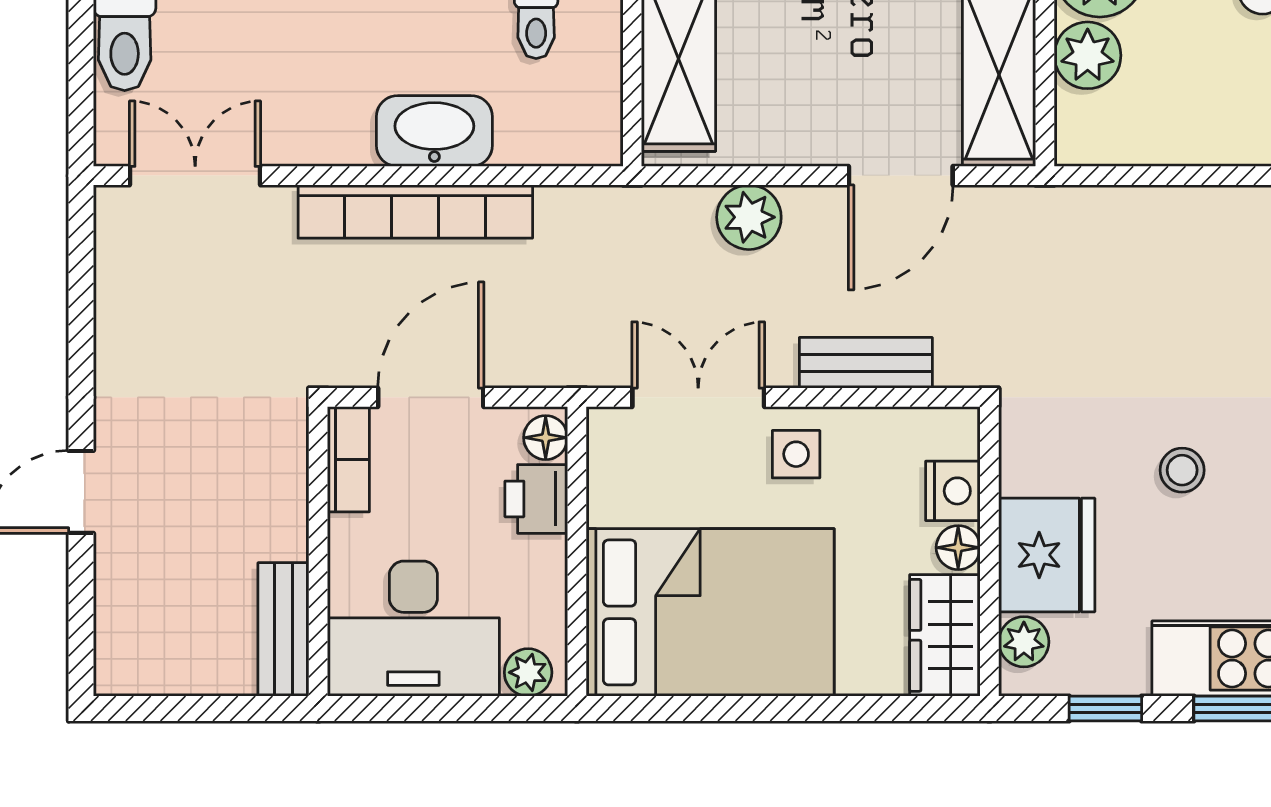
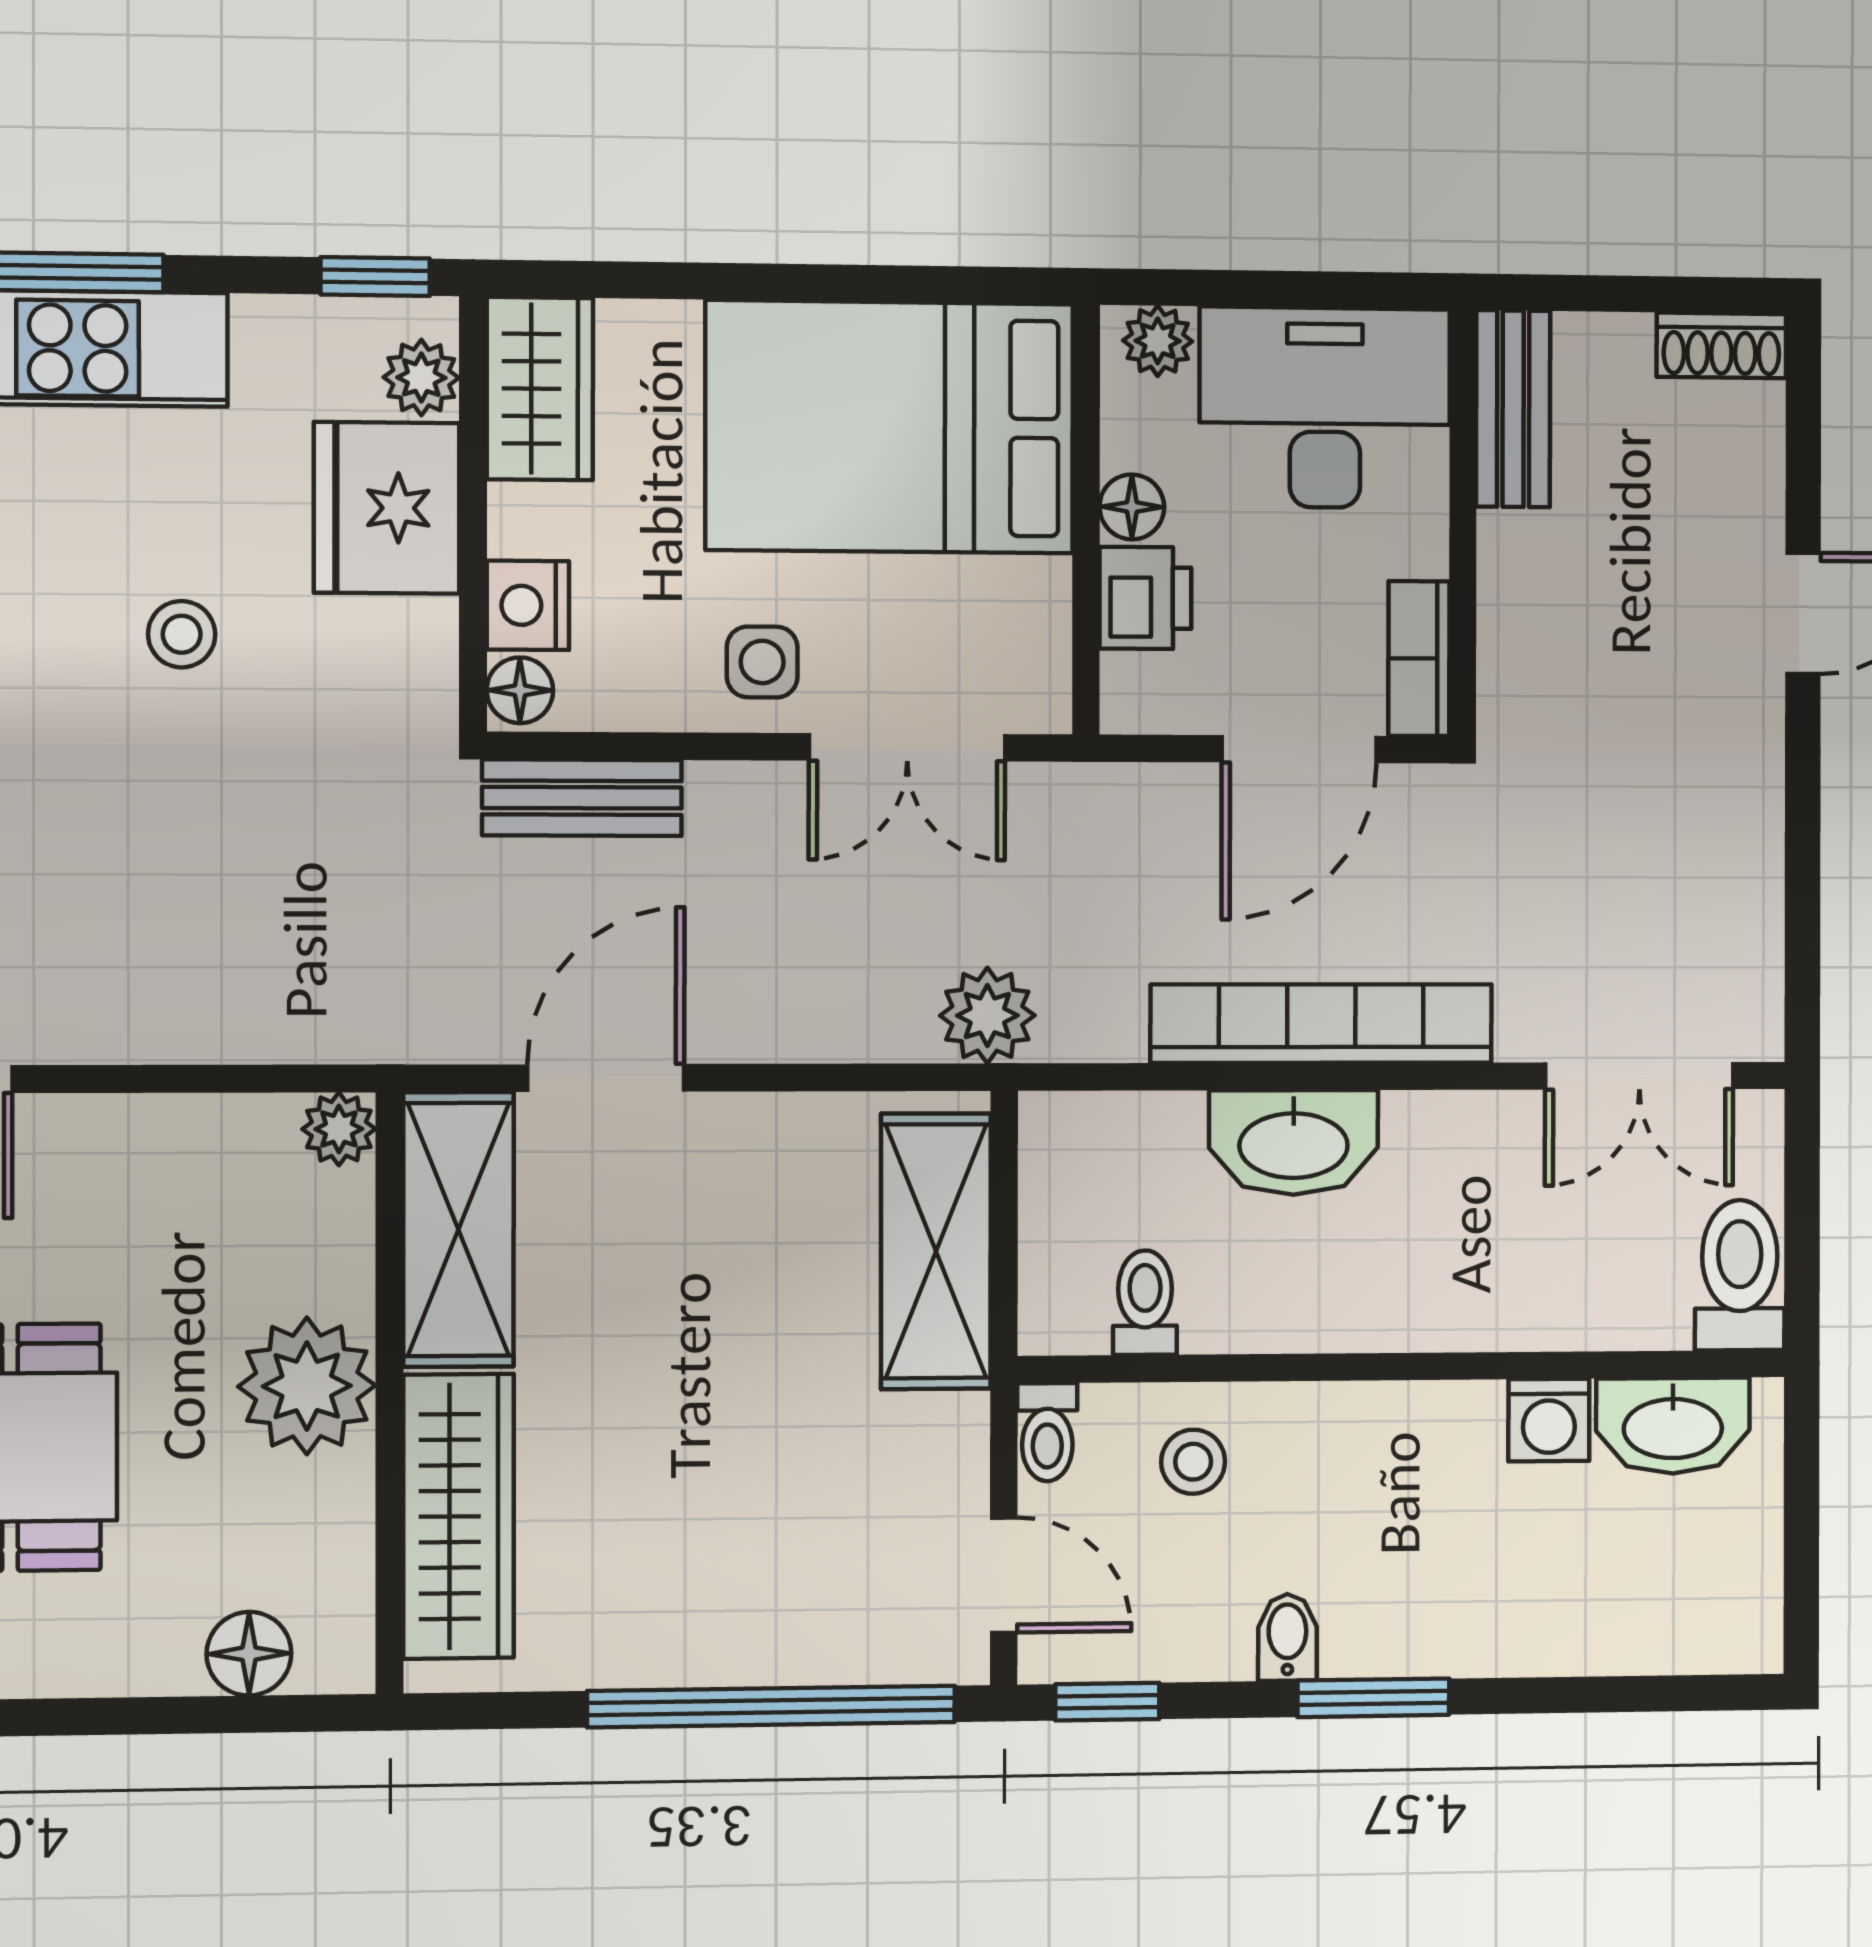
plant: (1088, 55) -> (339, 1129), moved, width x0.73, depth x0.73
plant: (749, 217) -> (987, 1016), moved
bench: (866, 363) -> (582, 798), moved
floor lamp: (546, 438) -> (1132, 507), moved
floor lamp: (958, 548) -> (520, 690), moved
shoe rack: (138, 674) -> (1721, 345), added
window: (1105, 708) -> (375, 277), moved

